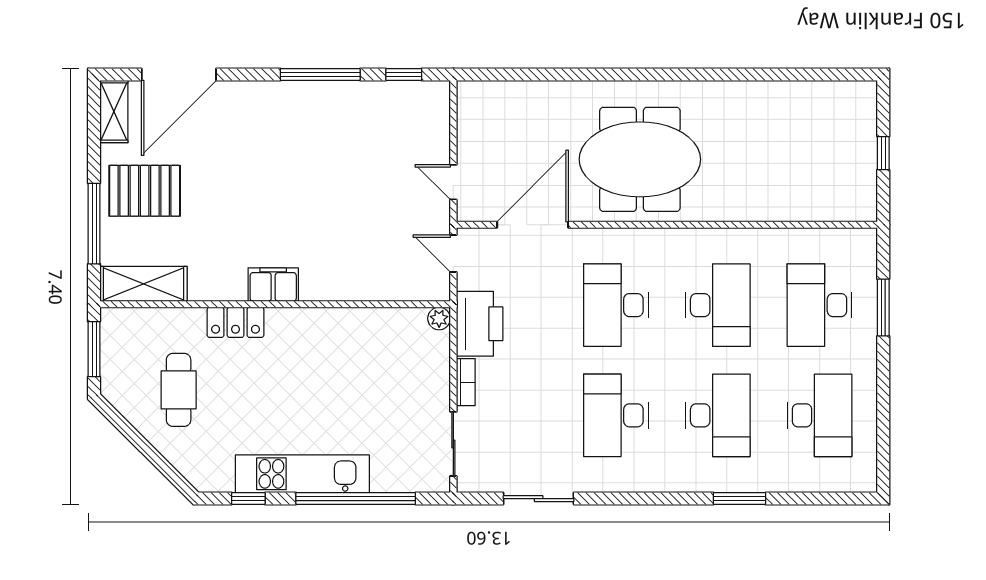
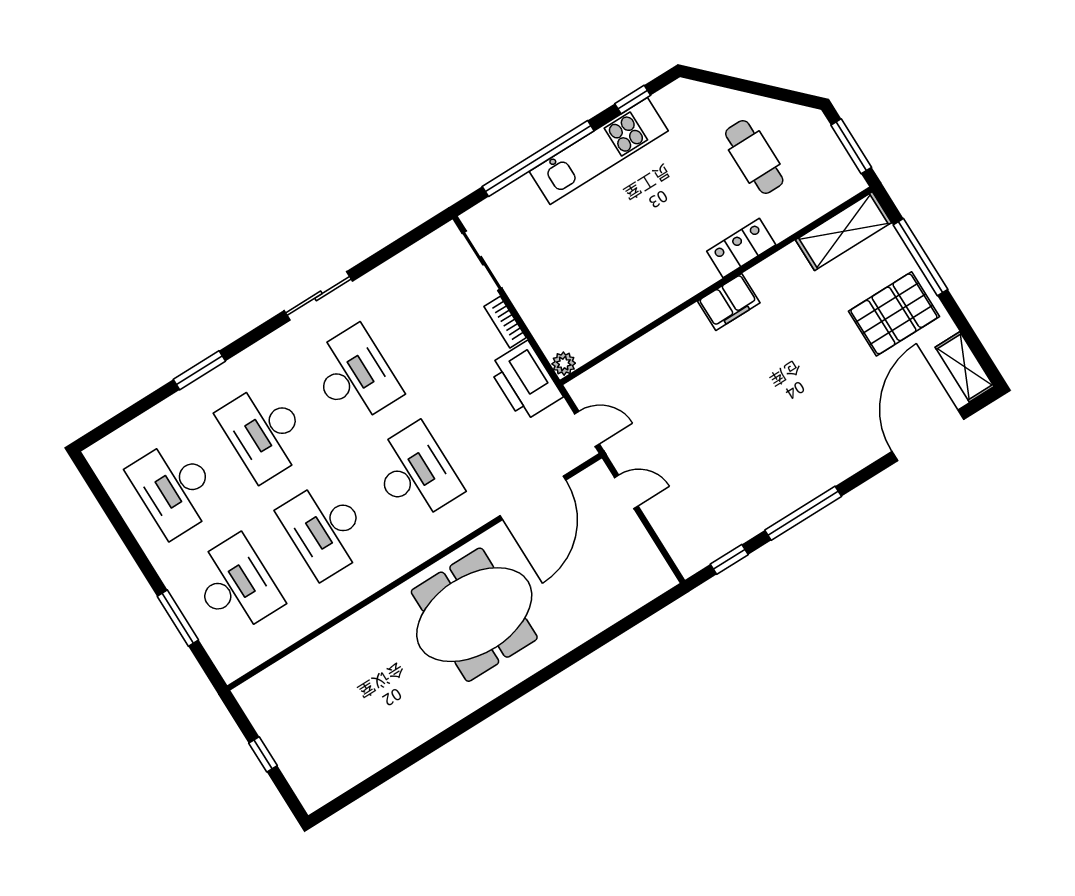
sliding door: (539, 499) -> (318, 296), moved

